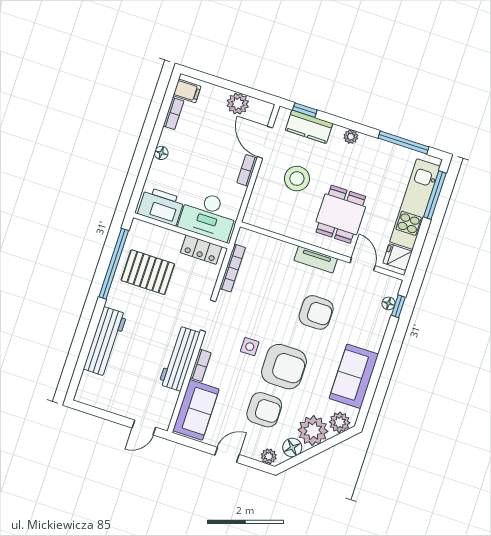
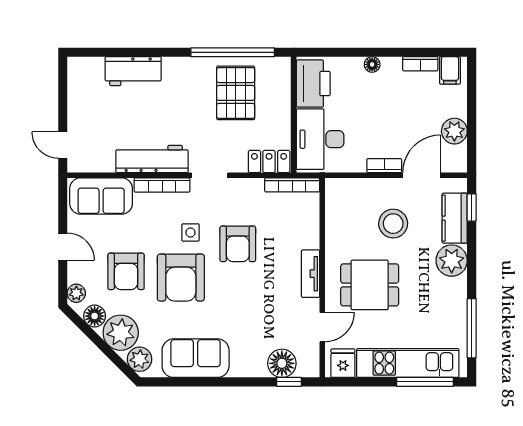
plant: (351, 137) -> (452, 261), width x1.88, depth x1.88
locker: (201, 250) -> (269, 161), moved, turned 90
bookcase: (232, 268) -> (292, 185), moved
floor lamp: (389, 303) -> (282, 363), width x1.89, depth x1.89
armchair: (316, 312) -> (238, 244), moved
workbench: (105, 342) -> (133, 71), width x0.73
bookcase: (201, 365) -> (162, 185), width x1.56

